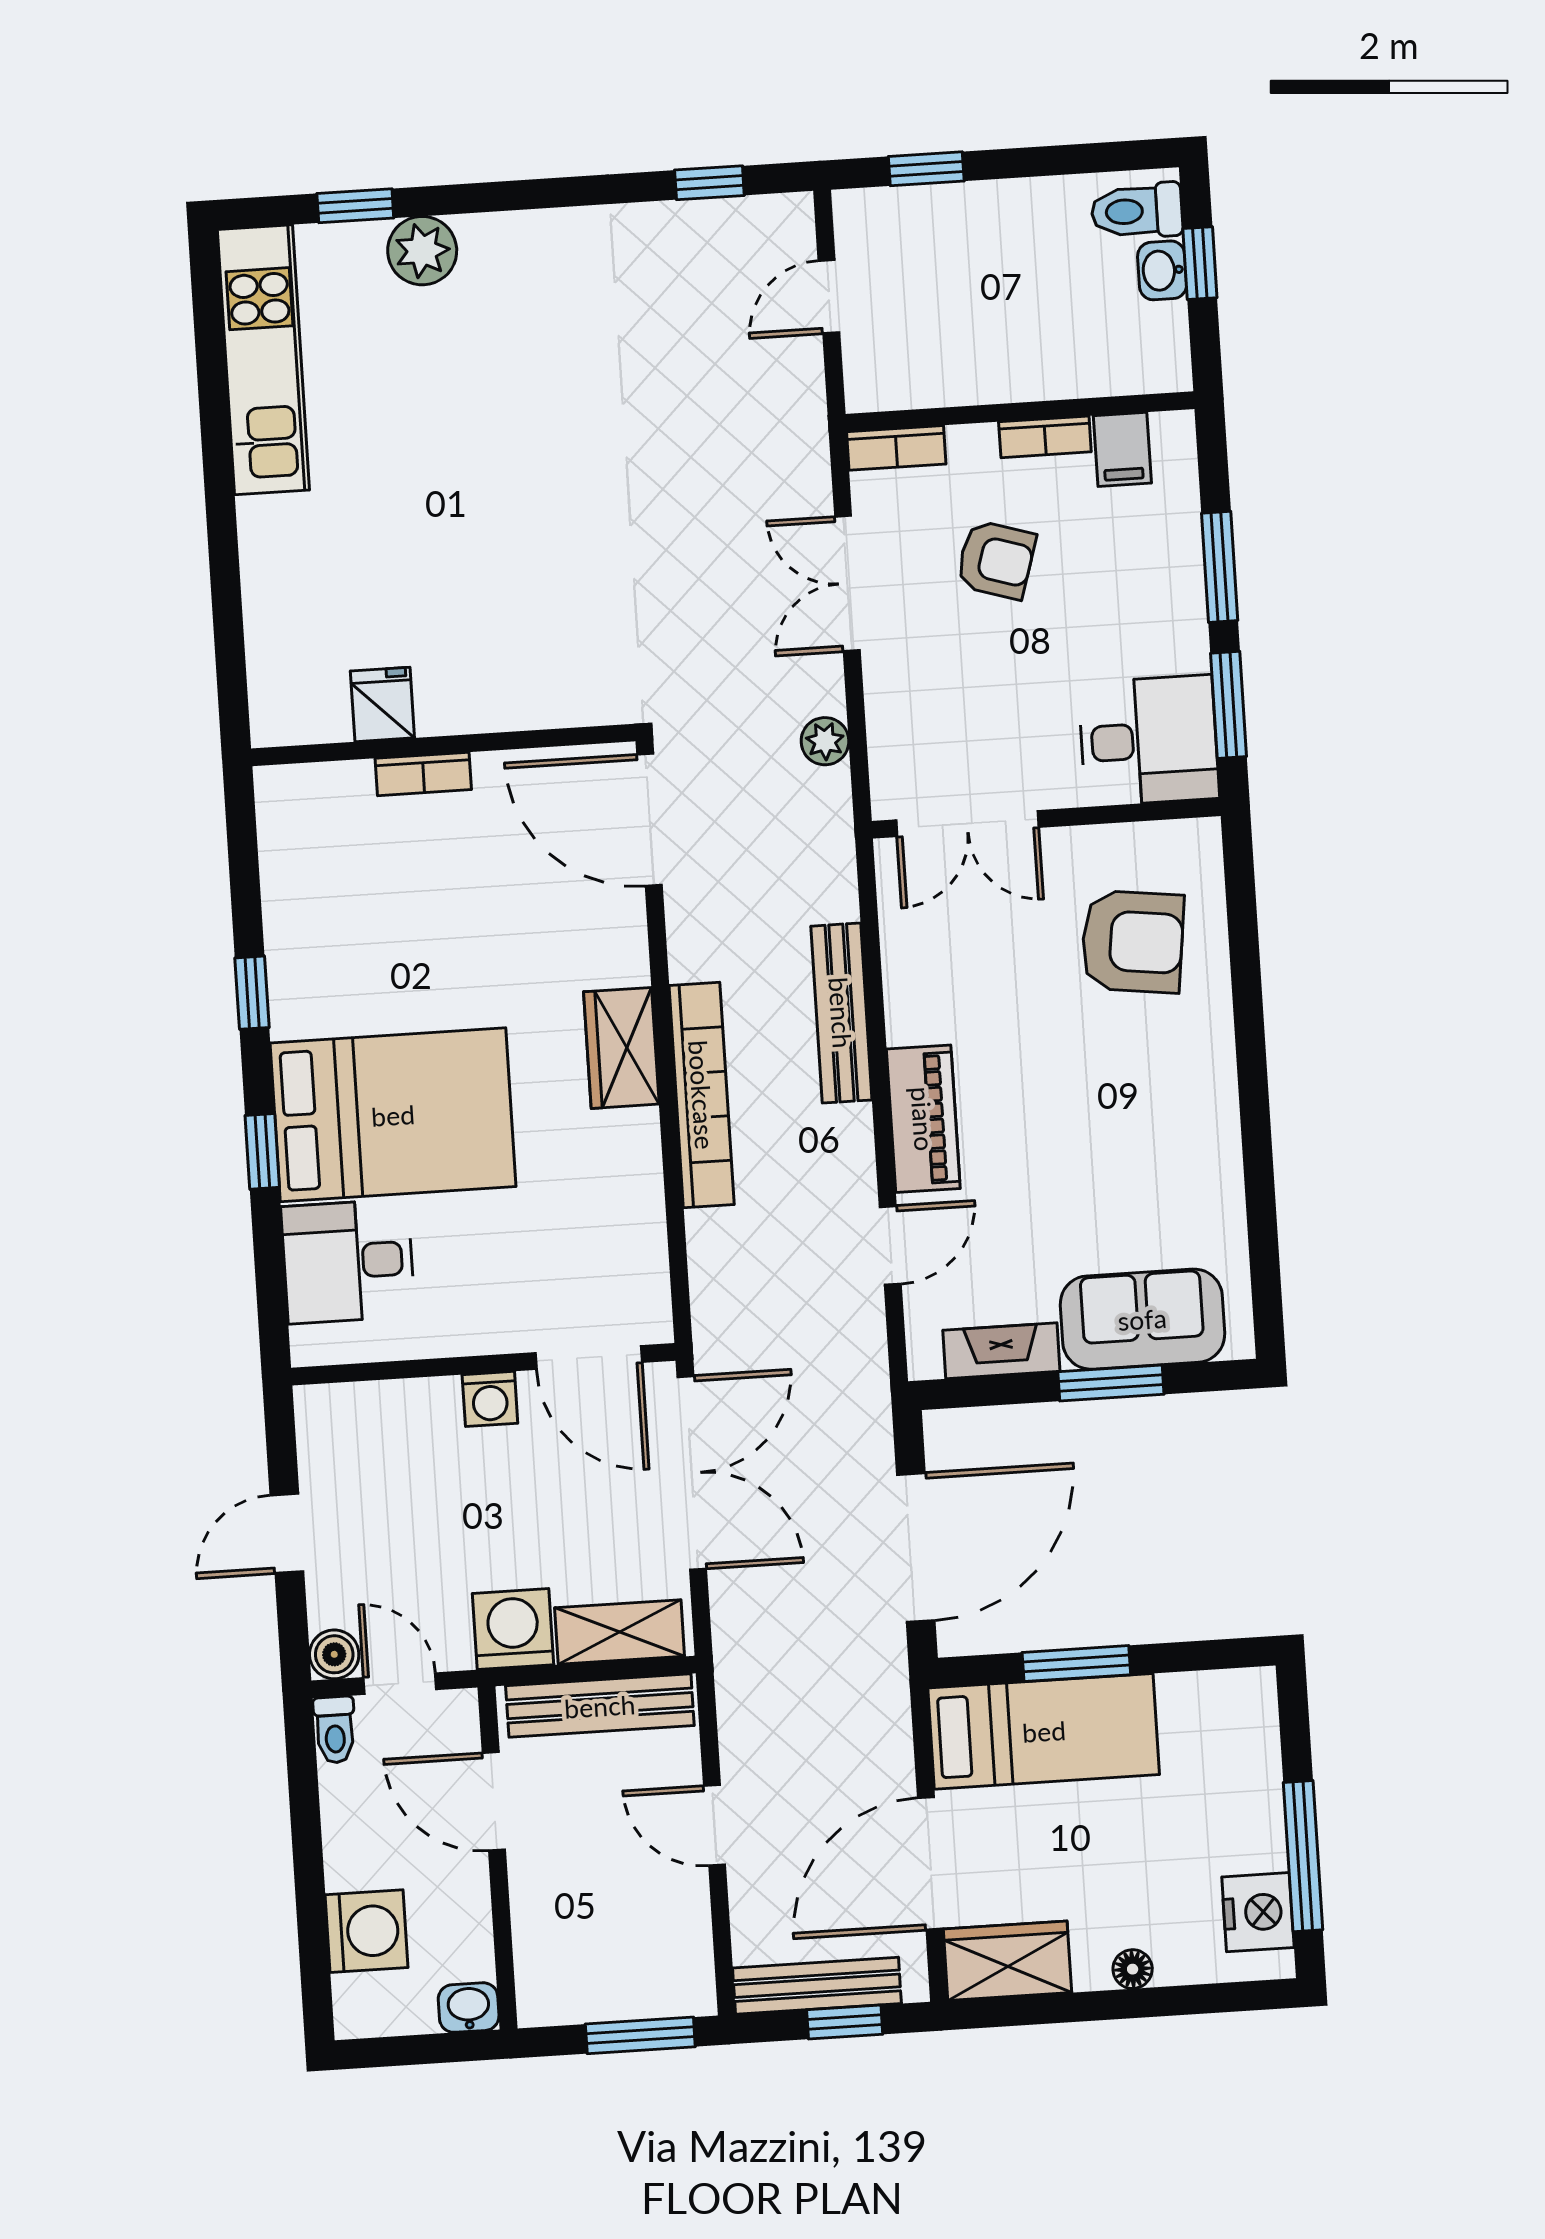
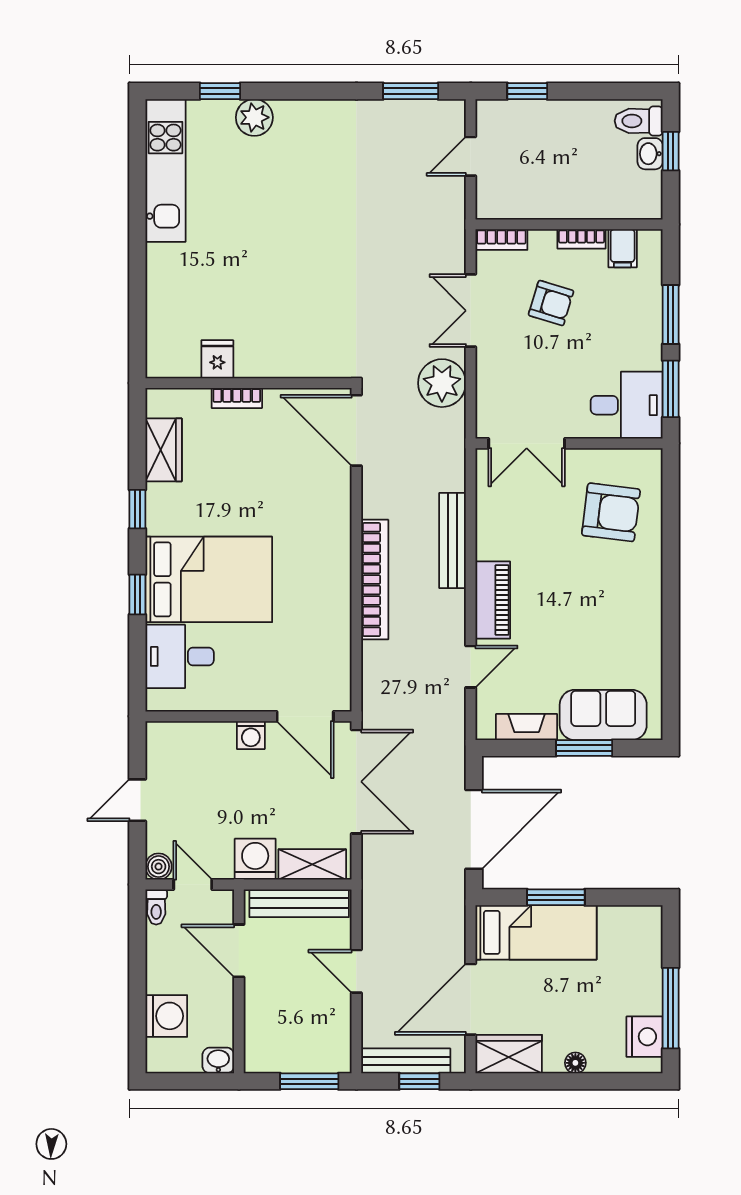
window: (709, 183) -> (411, 91), width x1.50
plant: (825, 741) -> (442, 383), width x1.88, depth x1.88
wardrobe: (621, 1048) -> (164, 450), moved, turned 180

